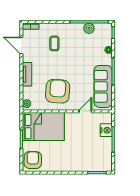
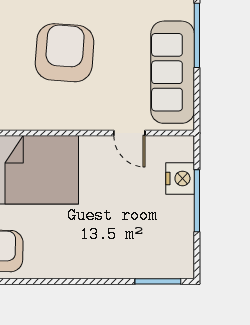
armchair: (58, 91) -> (65, 53), moved
door: (85, 111) -> (129, 133), swing flipped

